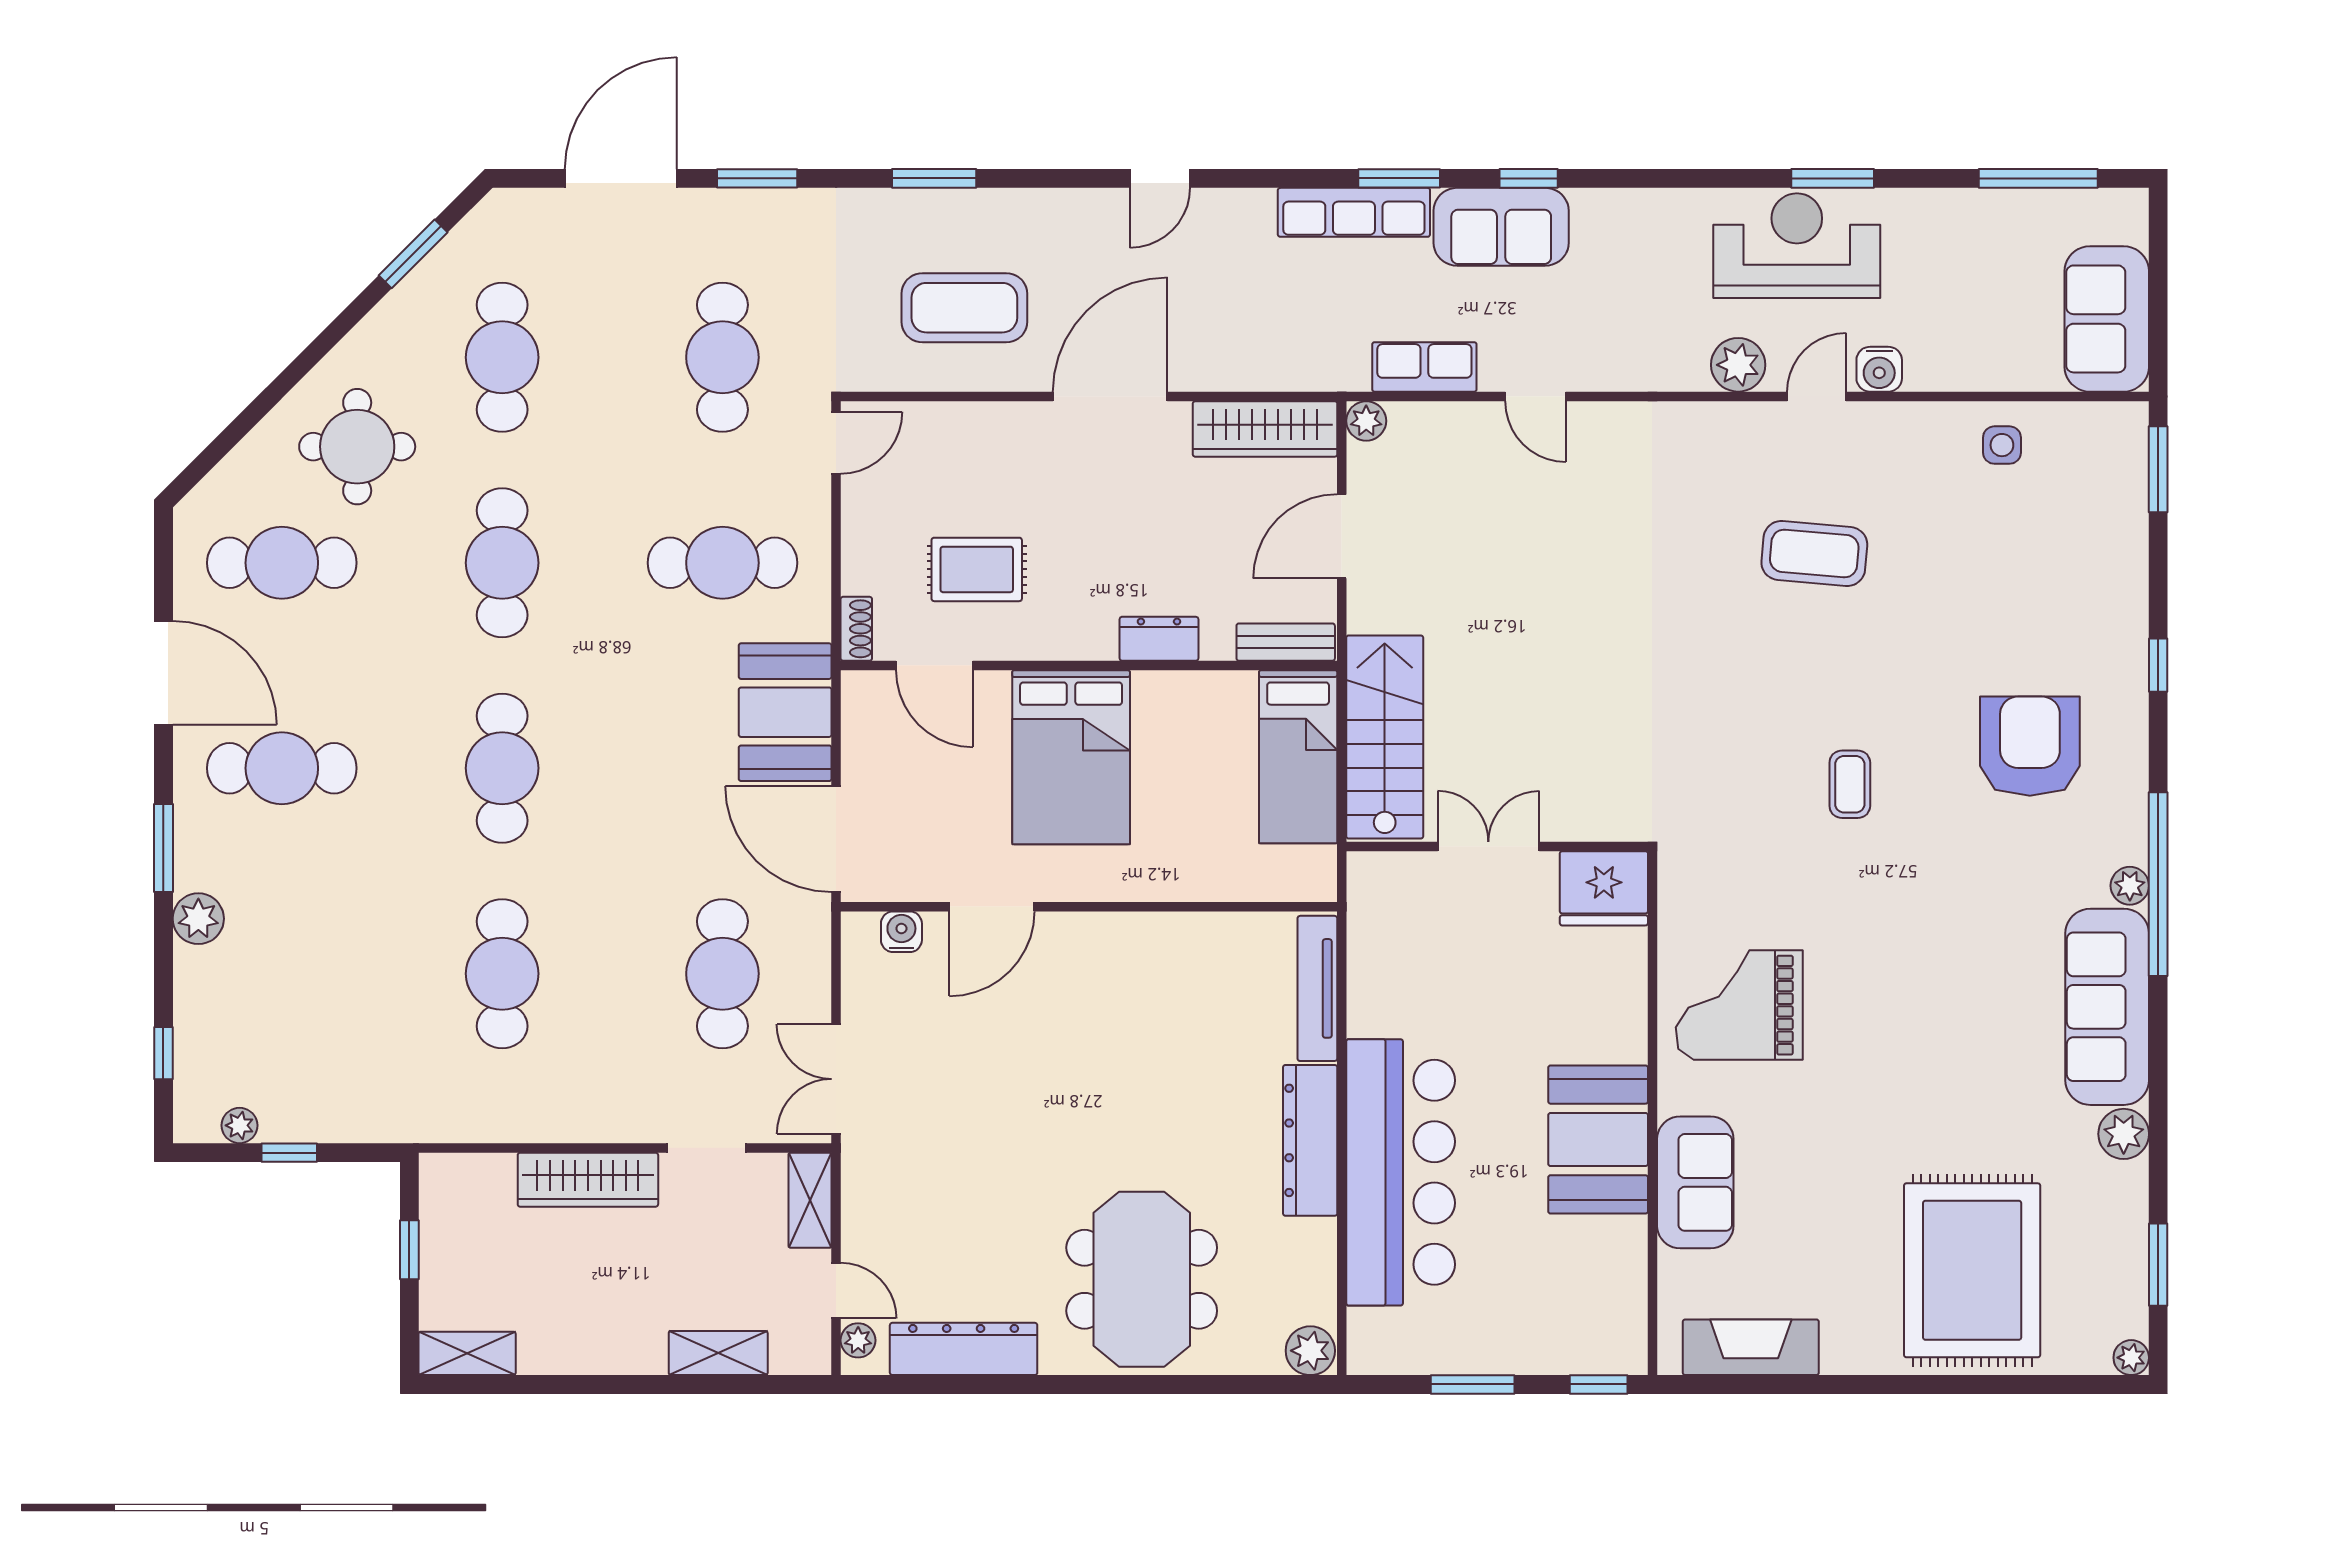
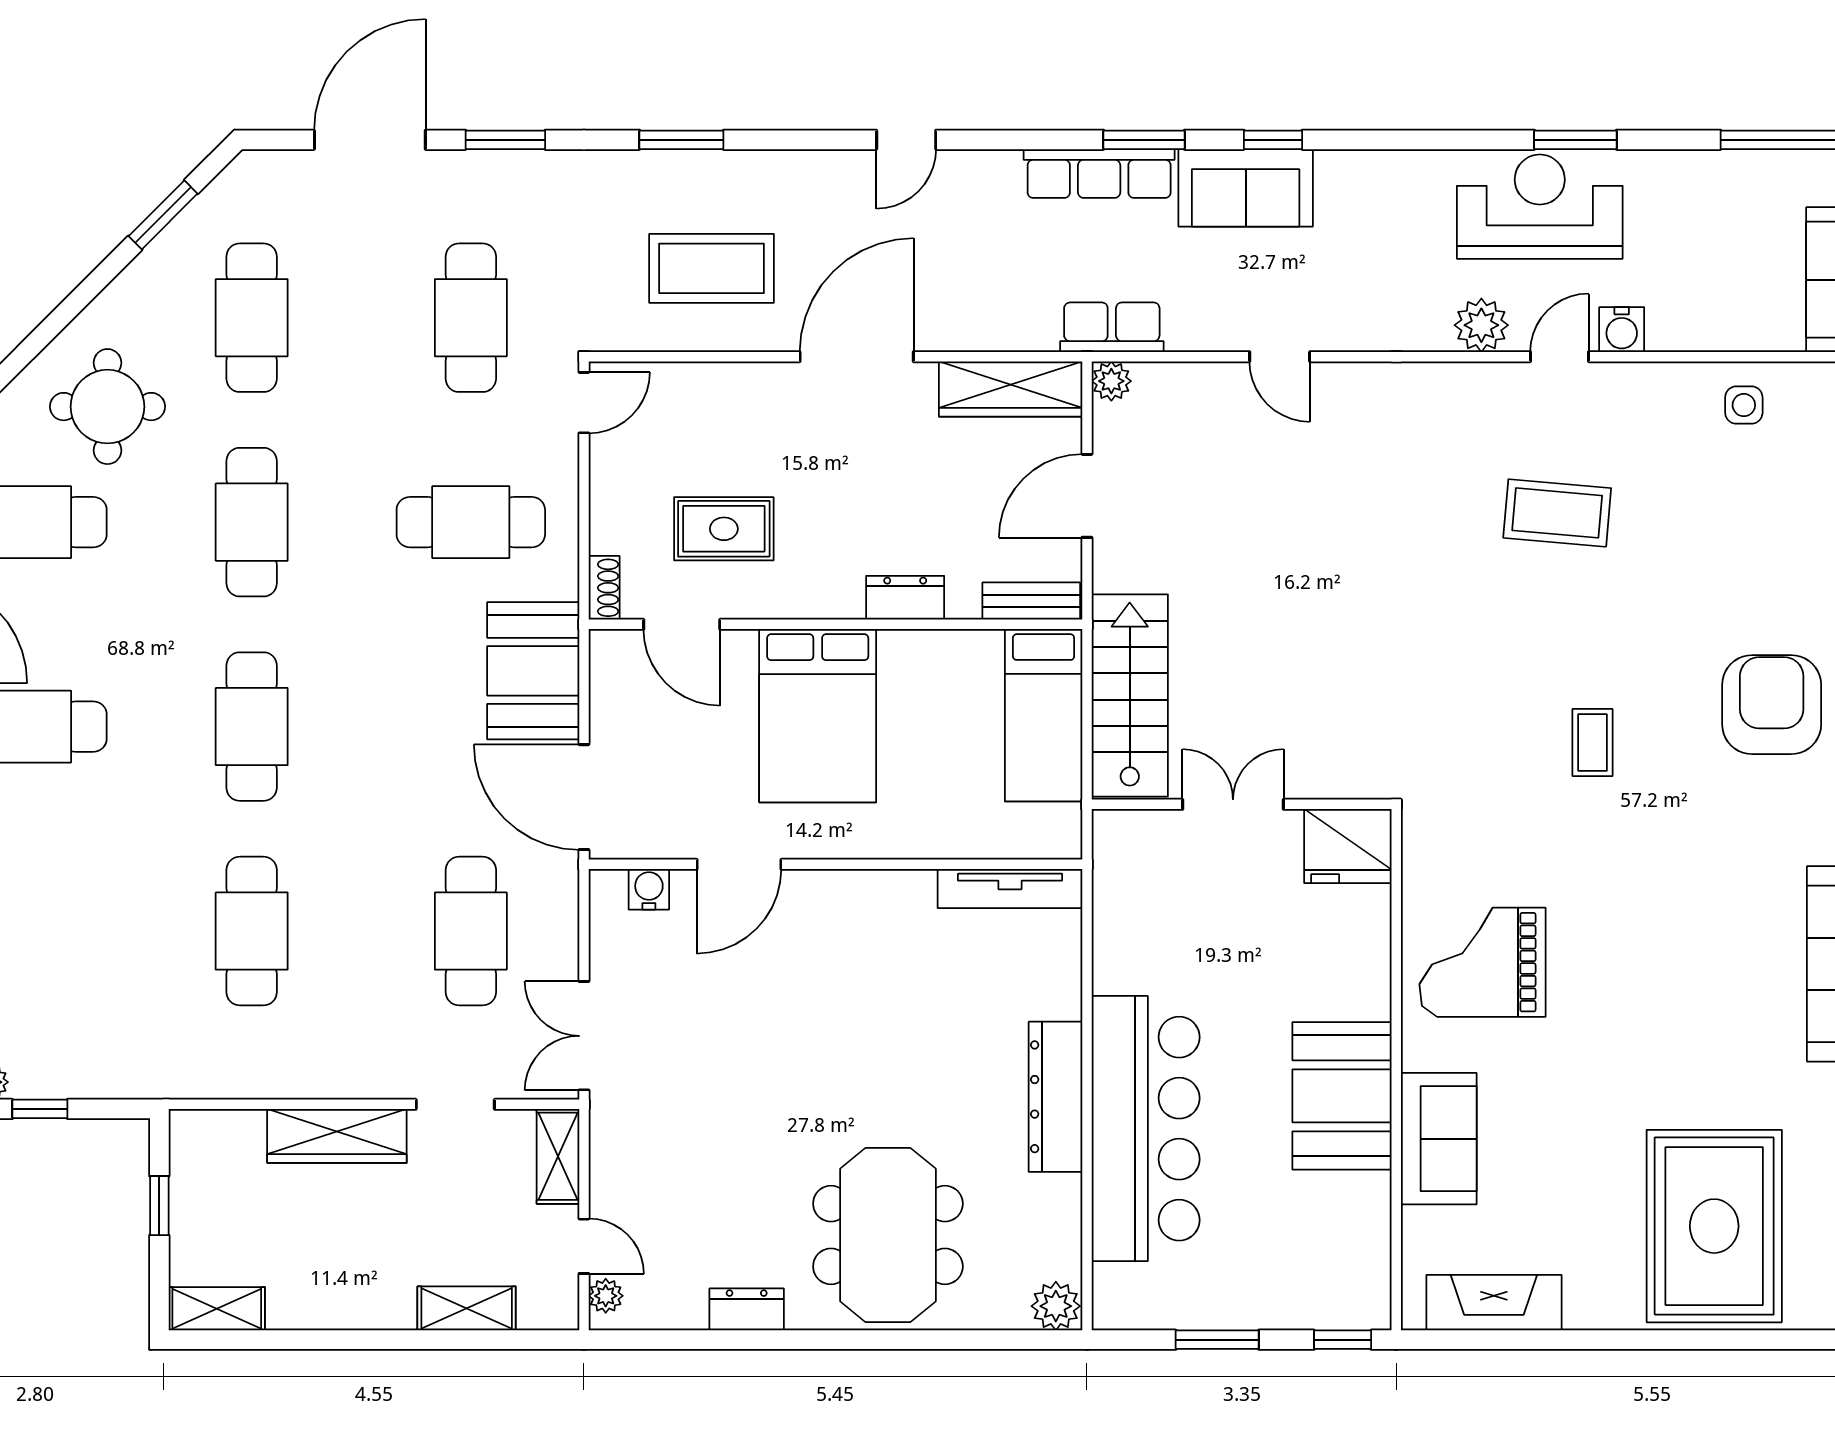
row of seats: (1424, 367) -> (1112, 327), moved
tv unit: (1317, 988) -> (1010, 889), moved, turned -90
dresser: (964, 1349) -> (747, 1309), width x0.51, depth x0.80

